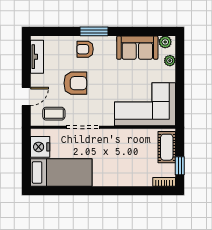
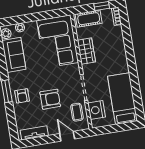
armchair: (75, 83) -> (50, 99), turned 90
wardrobe: (127, 138) -> (86, 51), added
nightstand: (40, 147) -> (97, 110), moved, turned 90

